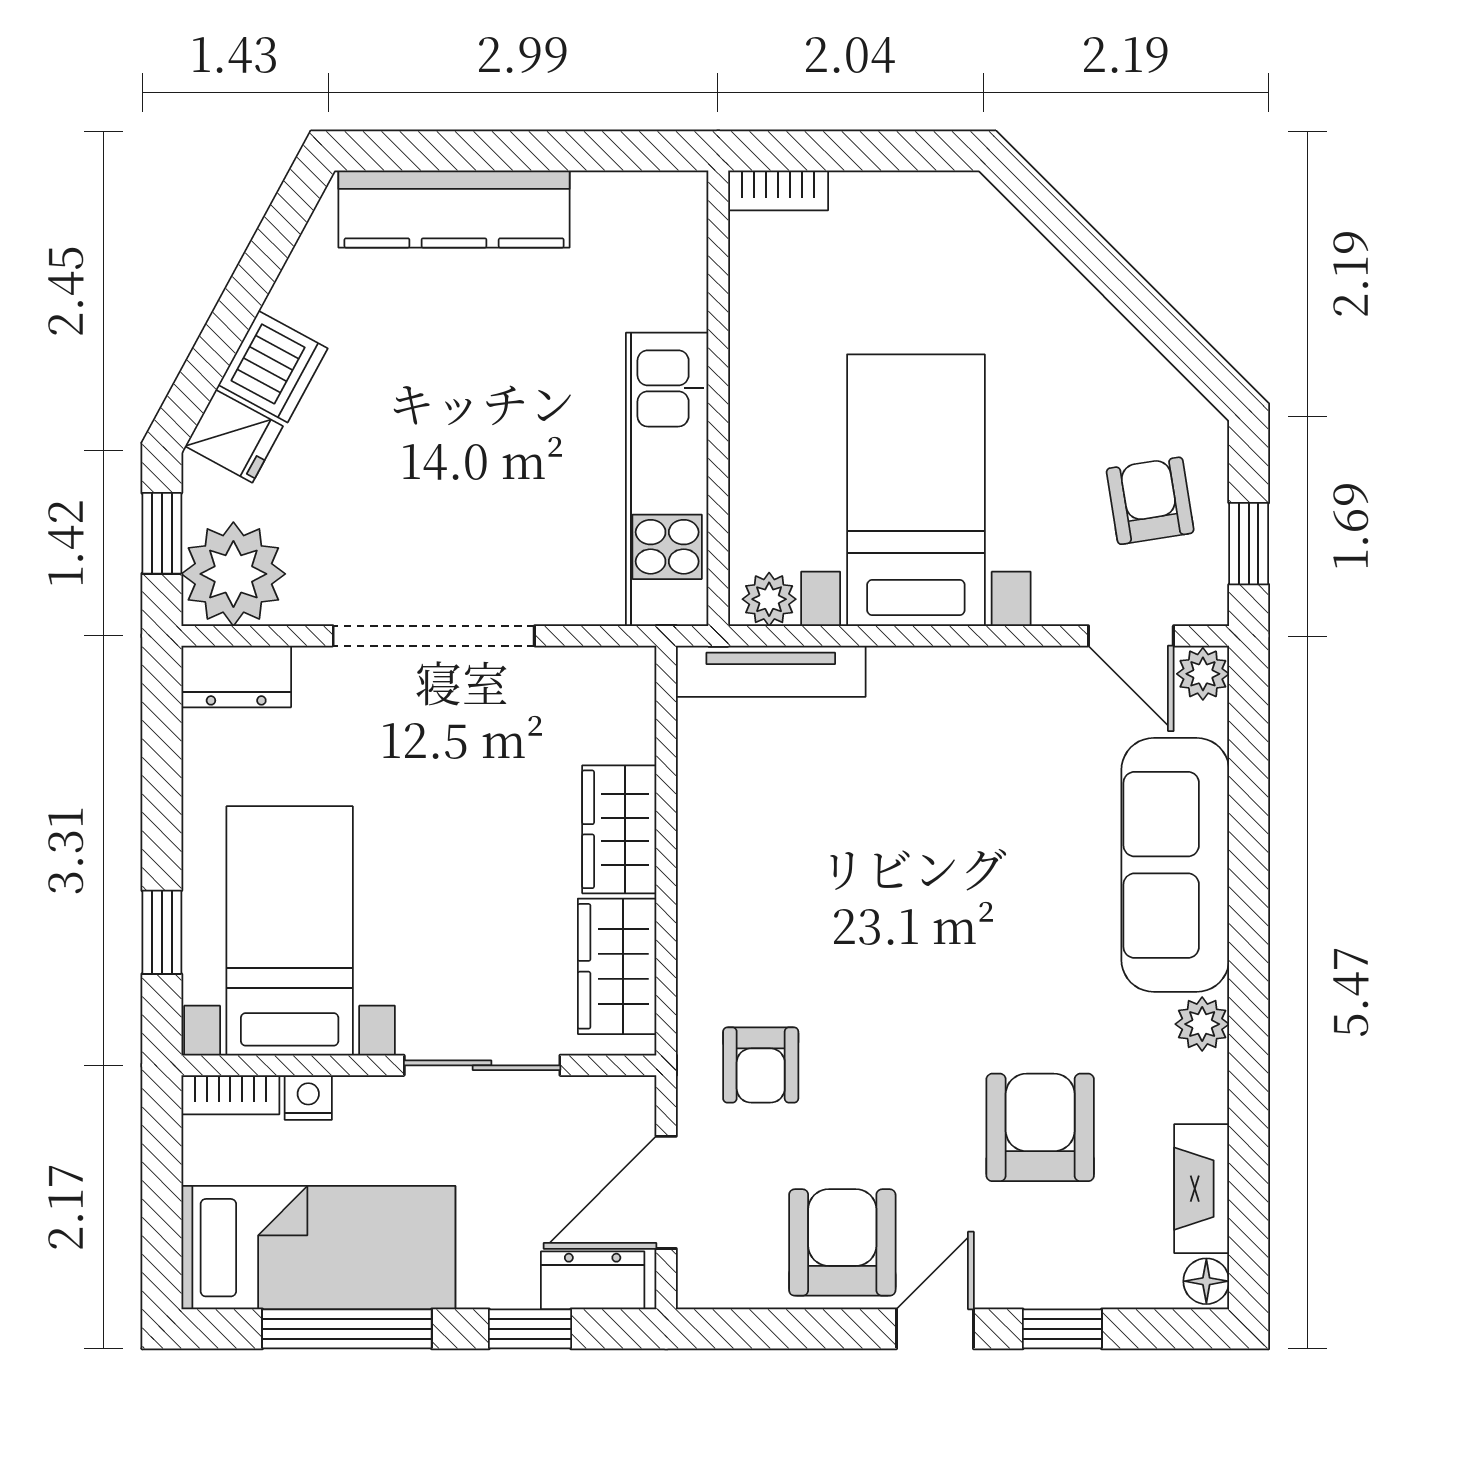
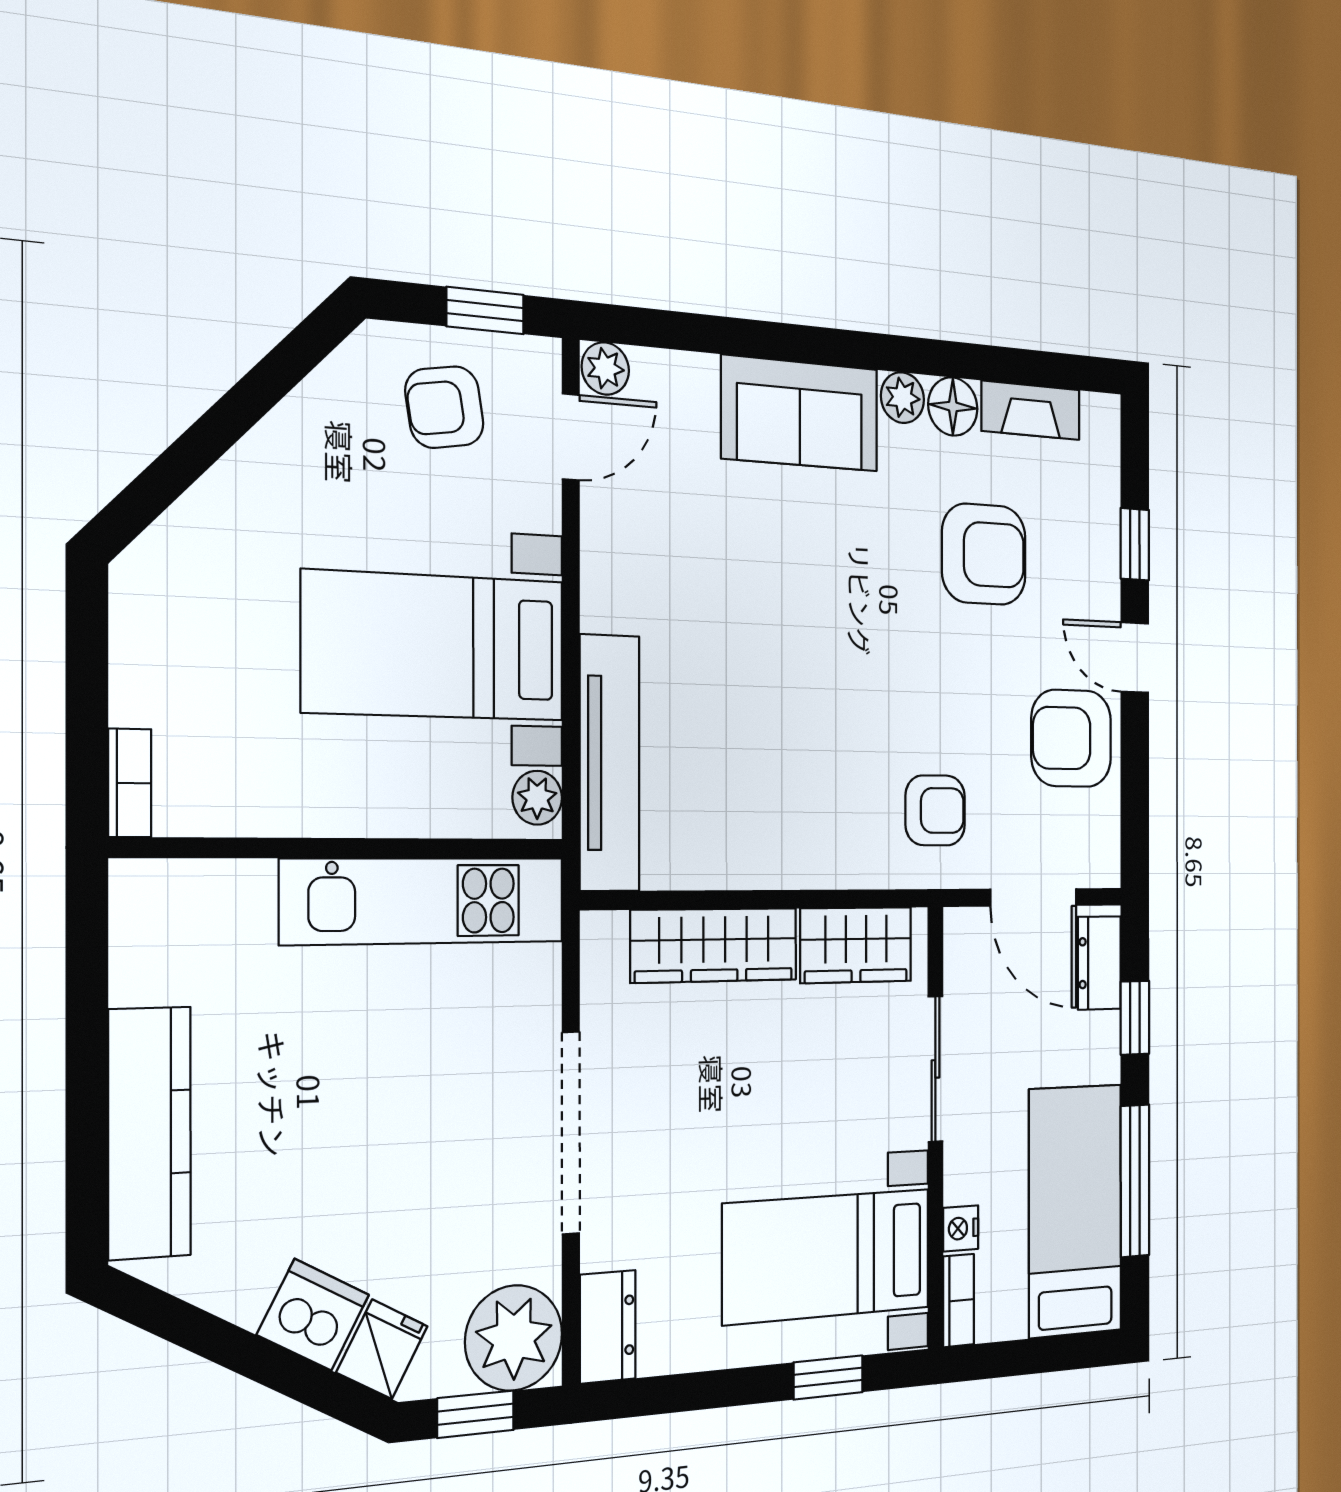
tv unit: (771, 671) -> (610, 763), width x1.36, depth x1.29
wardrobe: (619, 829) -> (714, 945), width x1.50
sofa: (1175, 865) -> (800, 414), width x0.73
armchair: (1040, 1127) -> (984, 554), turned 180
floor lamp: (1206, 1281) -> (953, 406), moved, width x1.37, depth x1.37

